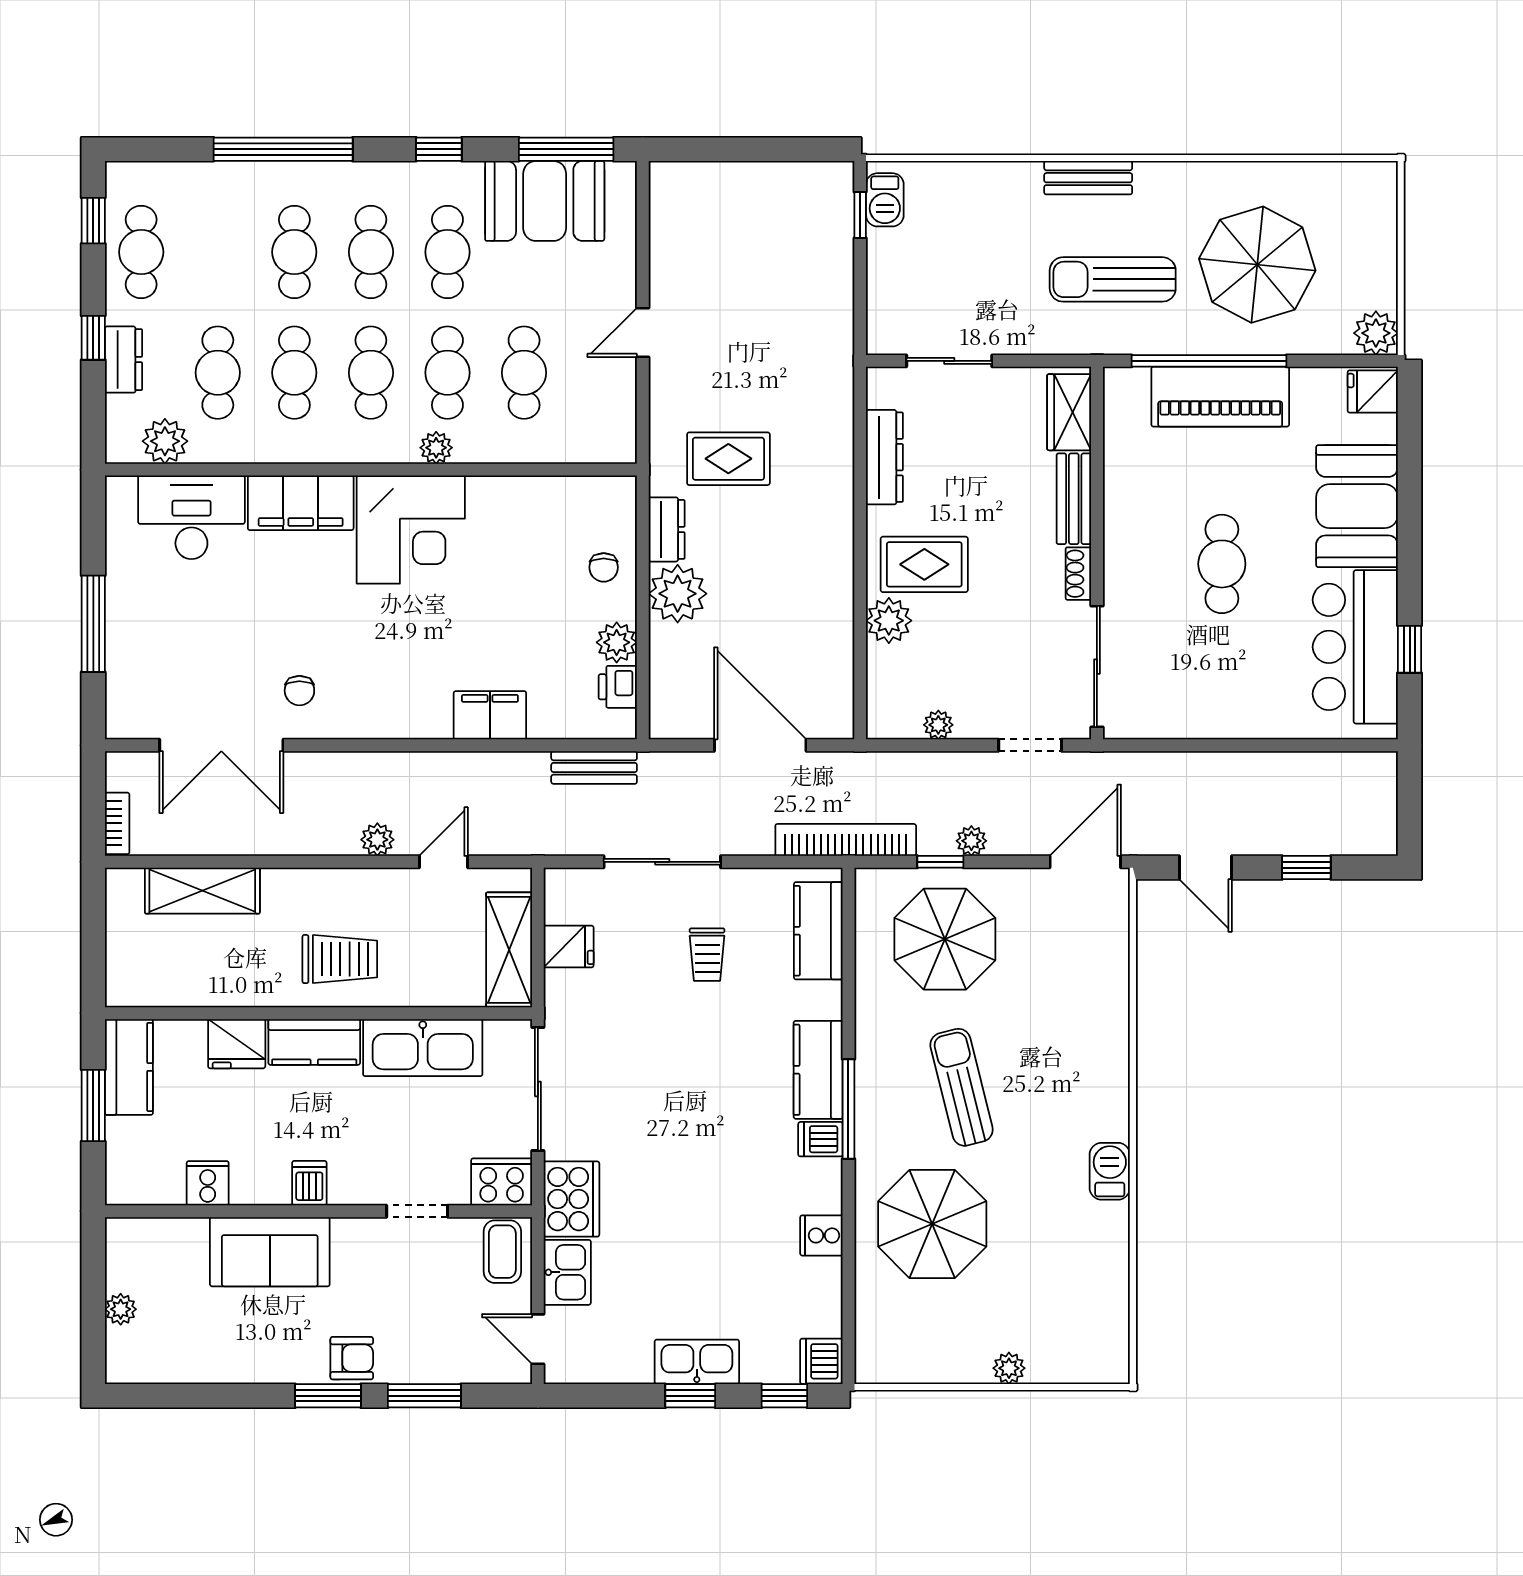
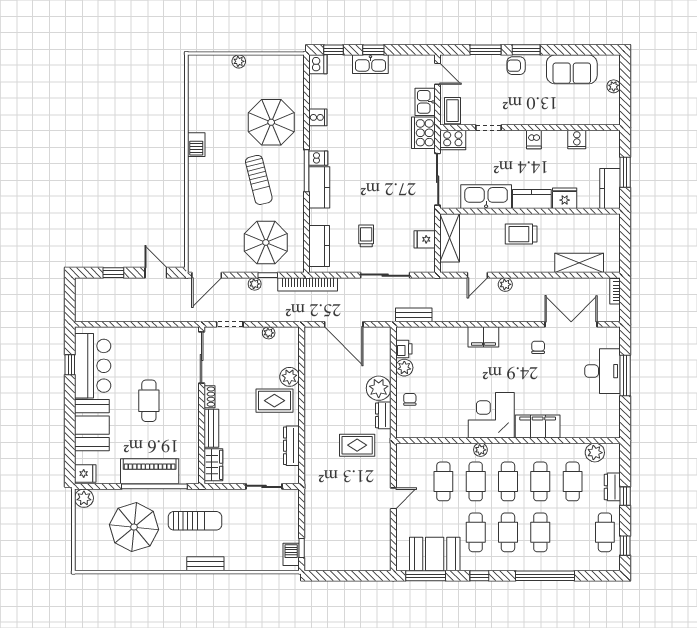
desk: (191, 517) -> (603, 371), moved, turned -90
filing cabinet: (490, 715) -> (483, 337), moved
sofa: (270, 1252) -> (572, 69), moved, turned 180

